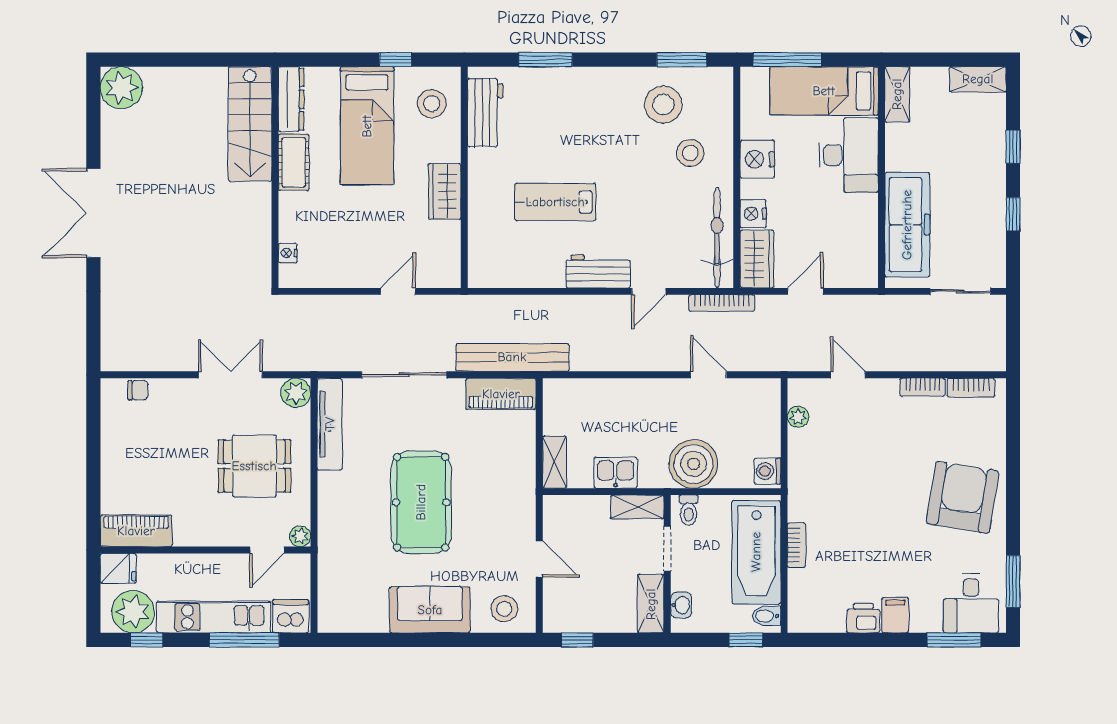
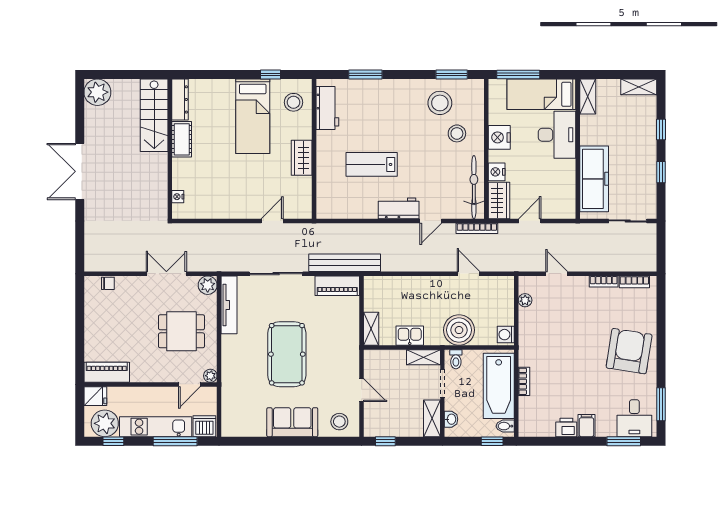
dresser: (291, 99) -> (180, 99), moved
stairs: (250, 124) -> (154, 115), moved
cot: (294, 162) -> (182, 139), moved
wall: (275, 177) -> (170, 149), moved
nightstand: (288, 253) -> (178, 197), moved

